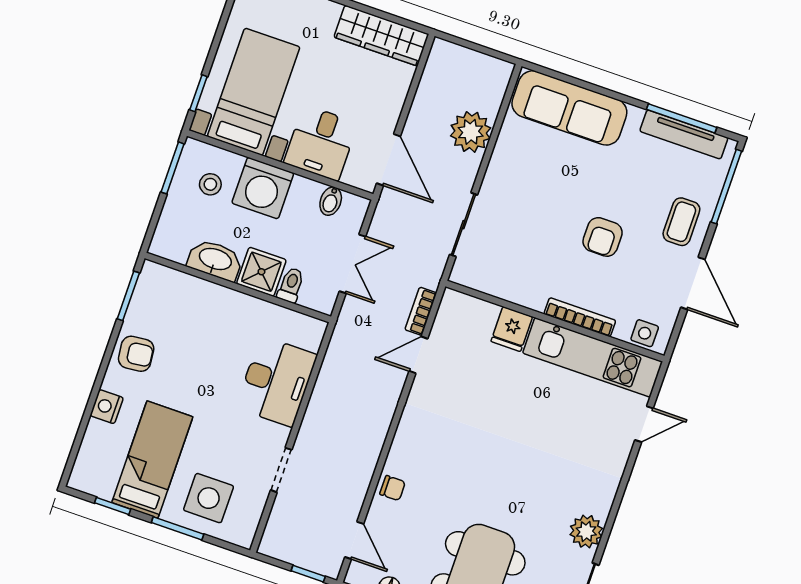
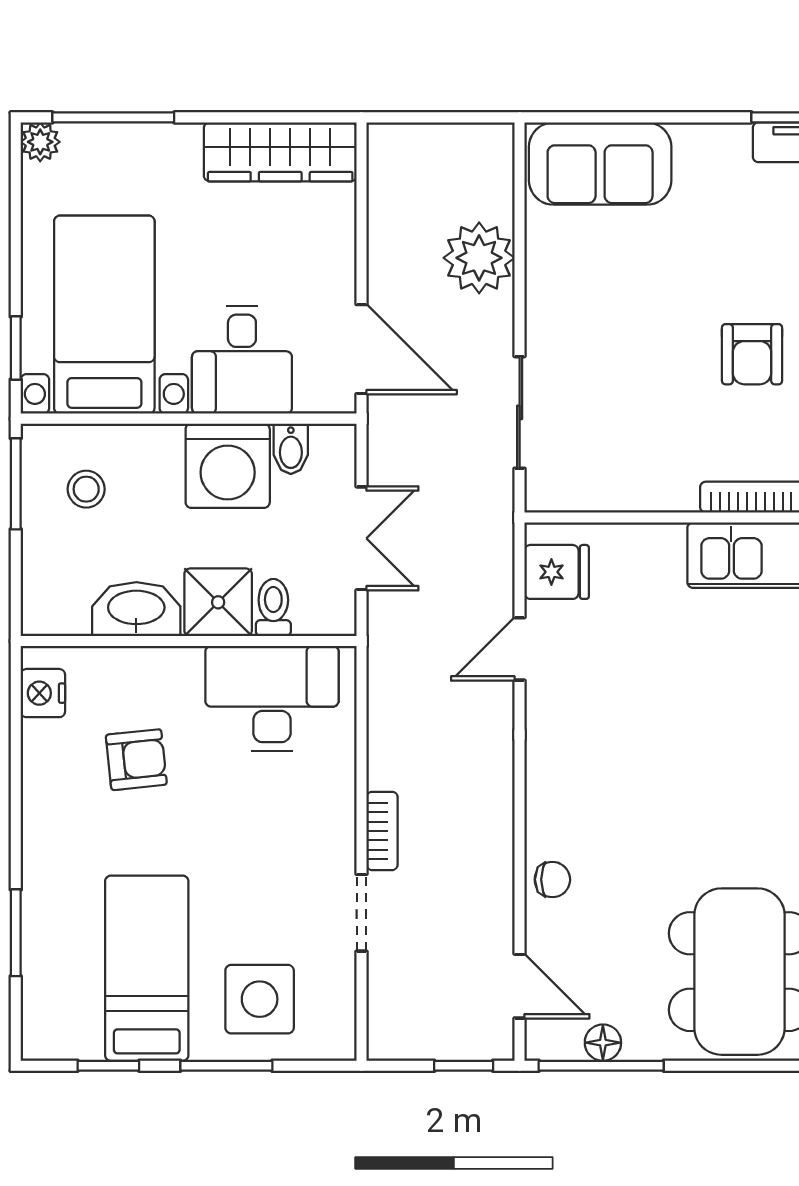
sofa: (569, 108) -> (600, 164), width x0.73
washing machine: (263, 188) -> (228, 466), moved
window: (128, 296) -> (16, 933), moved
bookcase: (421, 311) -> (382, 831), moved, turned 180
fridge: (512, 329) -> (557, 572), moved, turned -90
armchair: (136, 354) -> (136, 760), moved
desk: (276, 381) -> (272, 698), moved, turned -90
nightstand: (107, 407) -> (43, 693), moved

